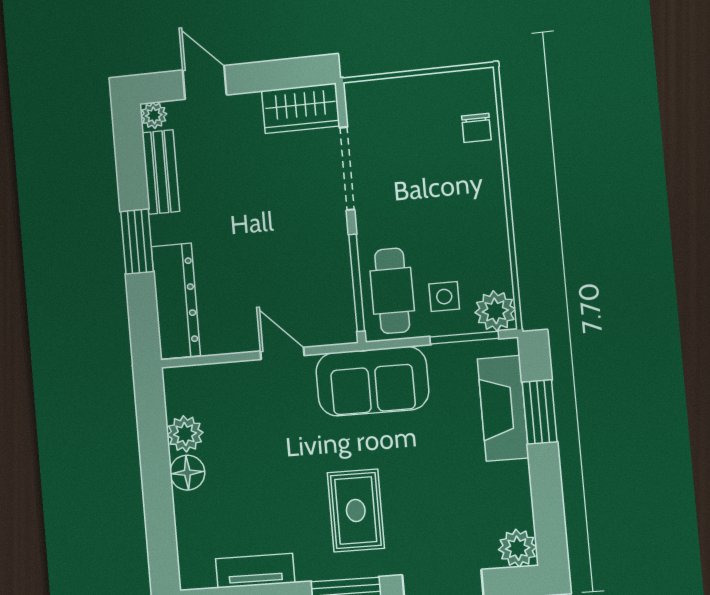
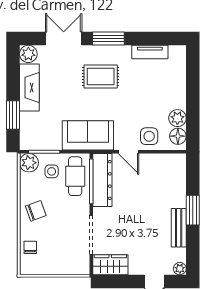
bench: (161, 172) -> (179, 228), moved
chair: (471, 208) -> (36, 211), added
dresser: (176, 301) -> (102, 180), moved, turned 180
side table: (241, 390) -> (149, 136), added
fireplace: (503, 408) -> (29, 88), moved
floor lamp: (187, 473) -> (178, 136), moved
rug: (356, 510) -> (101, 77), turned 90

